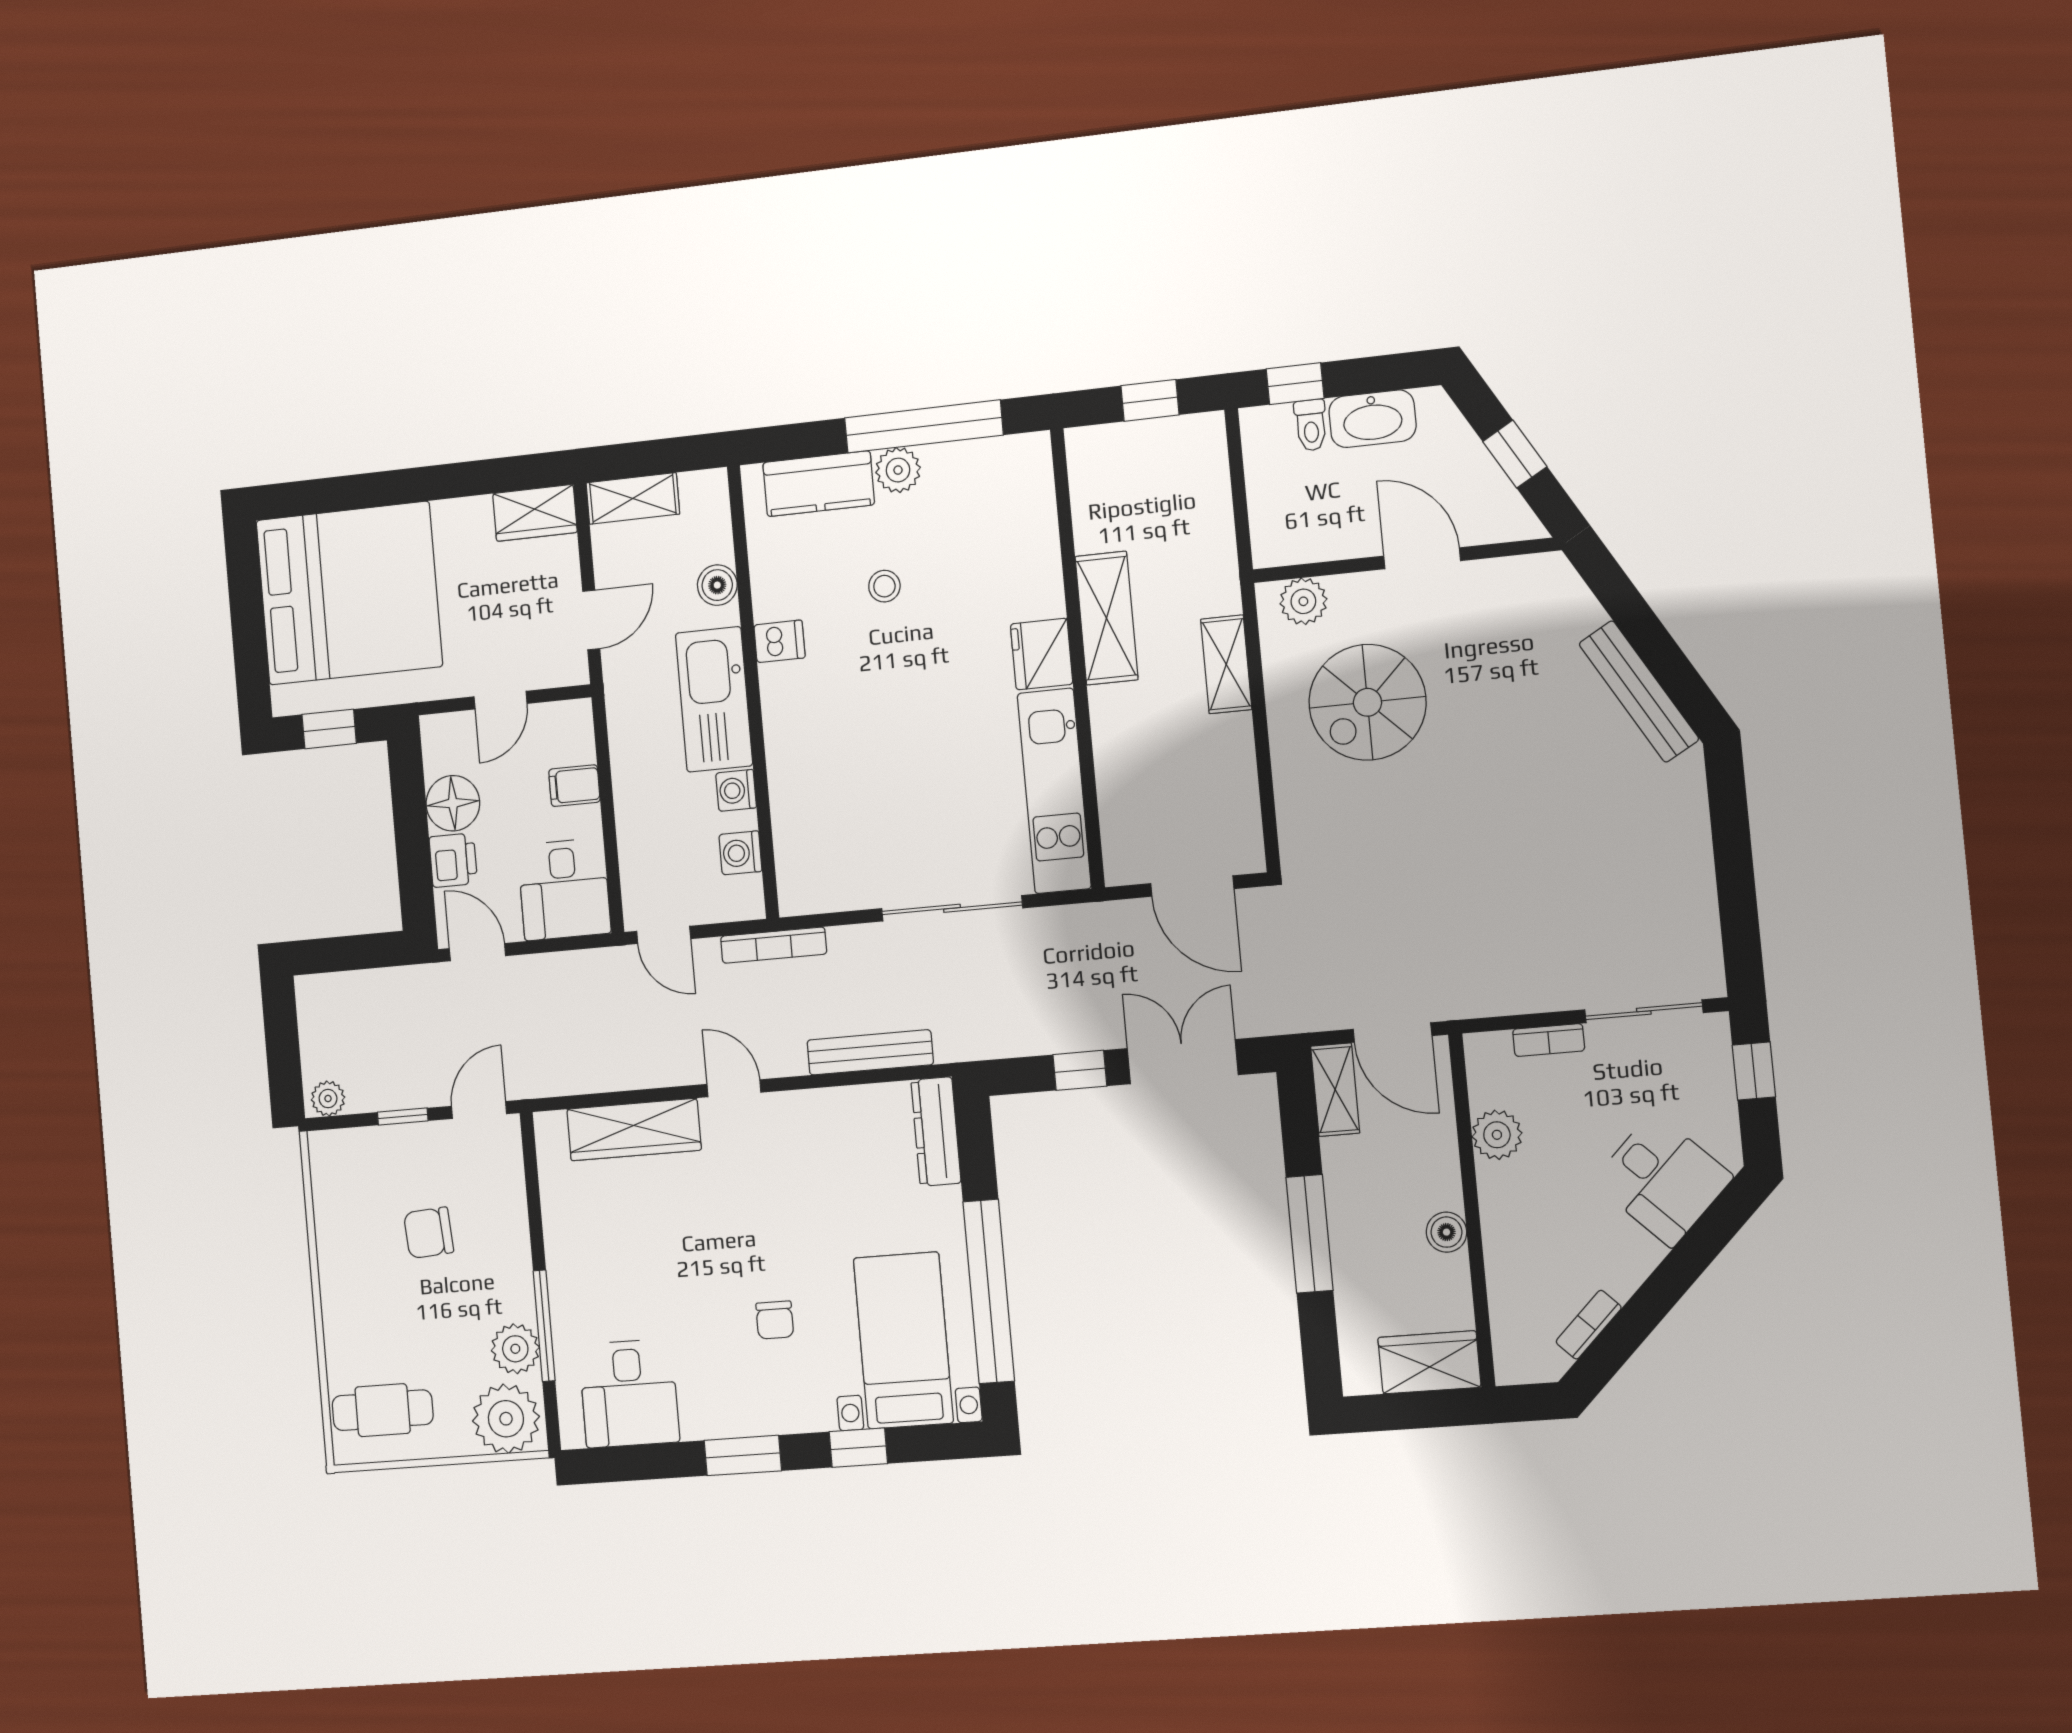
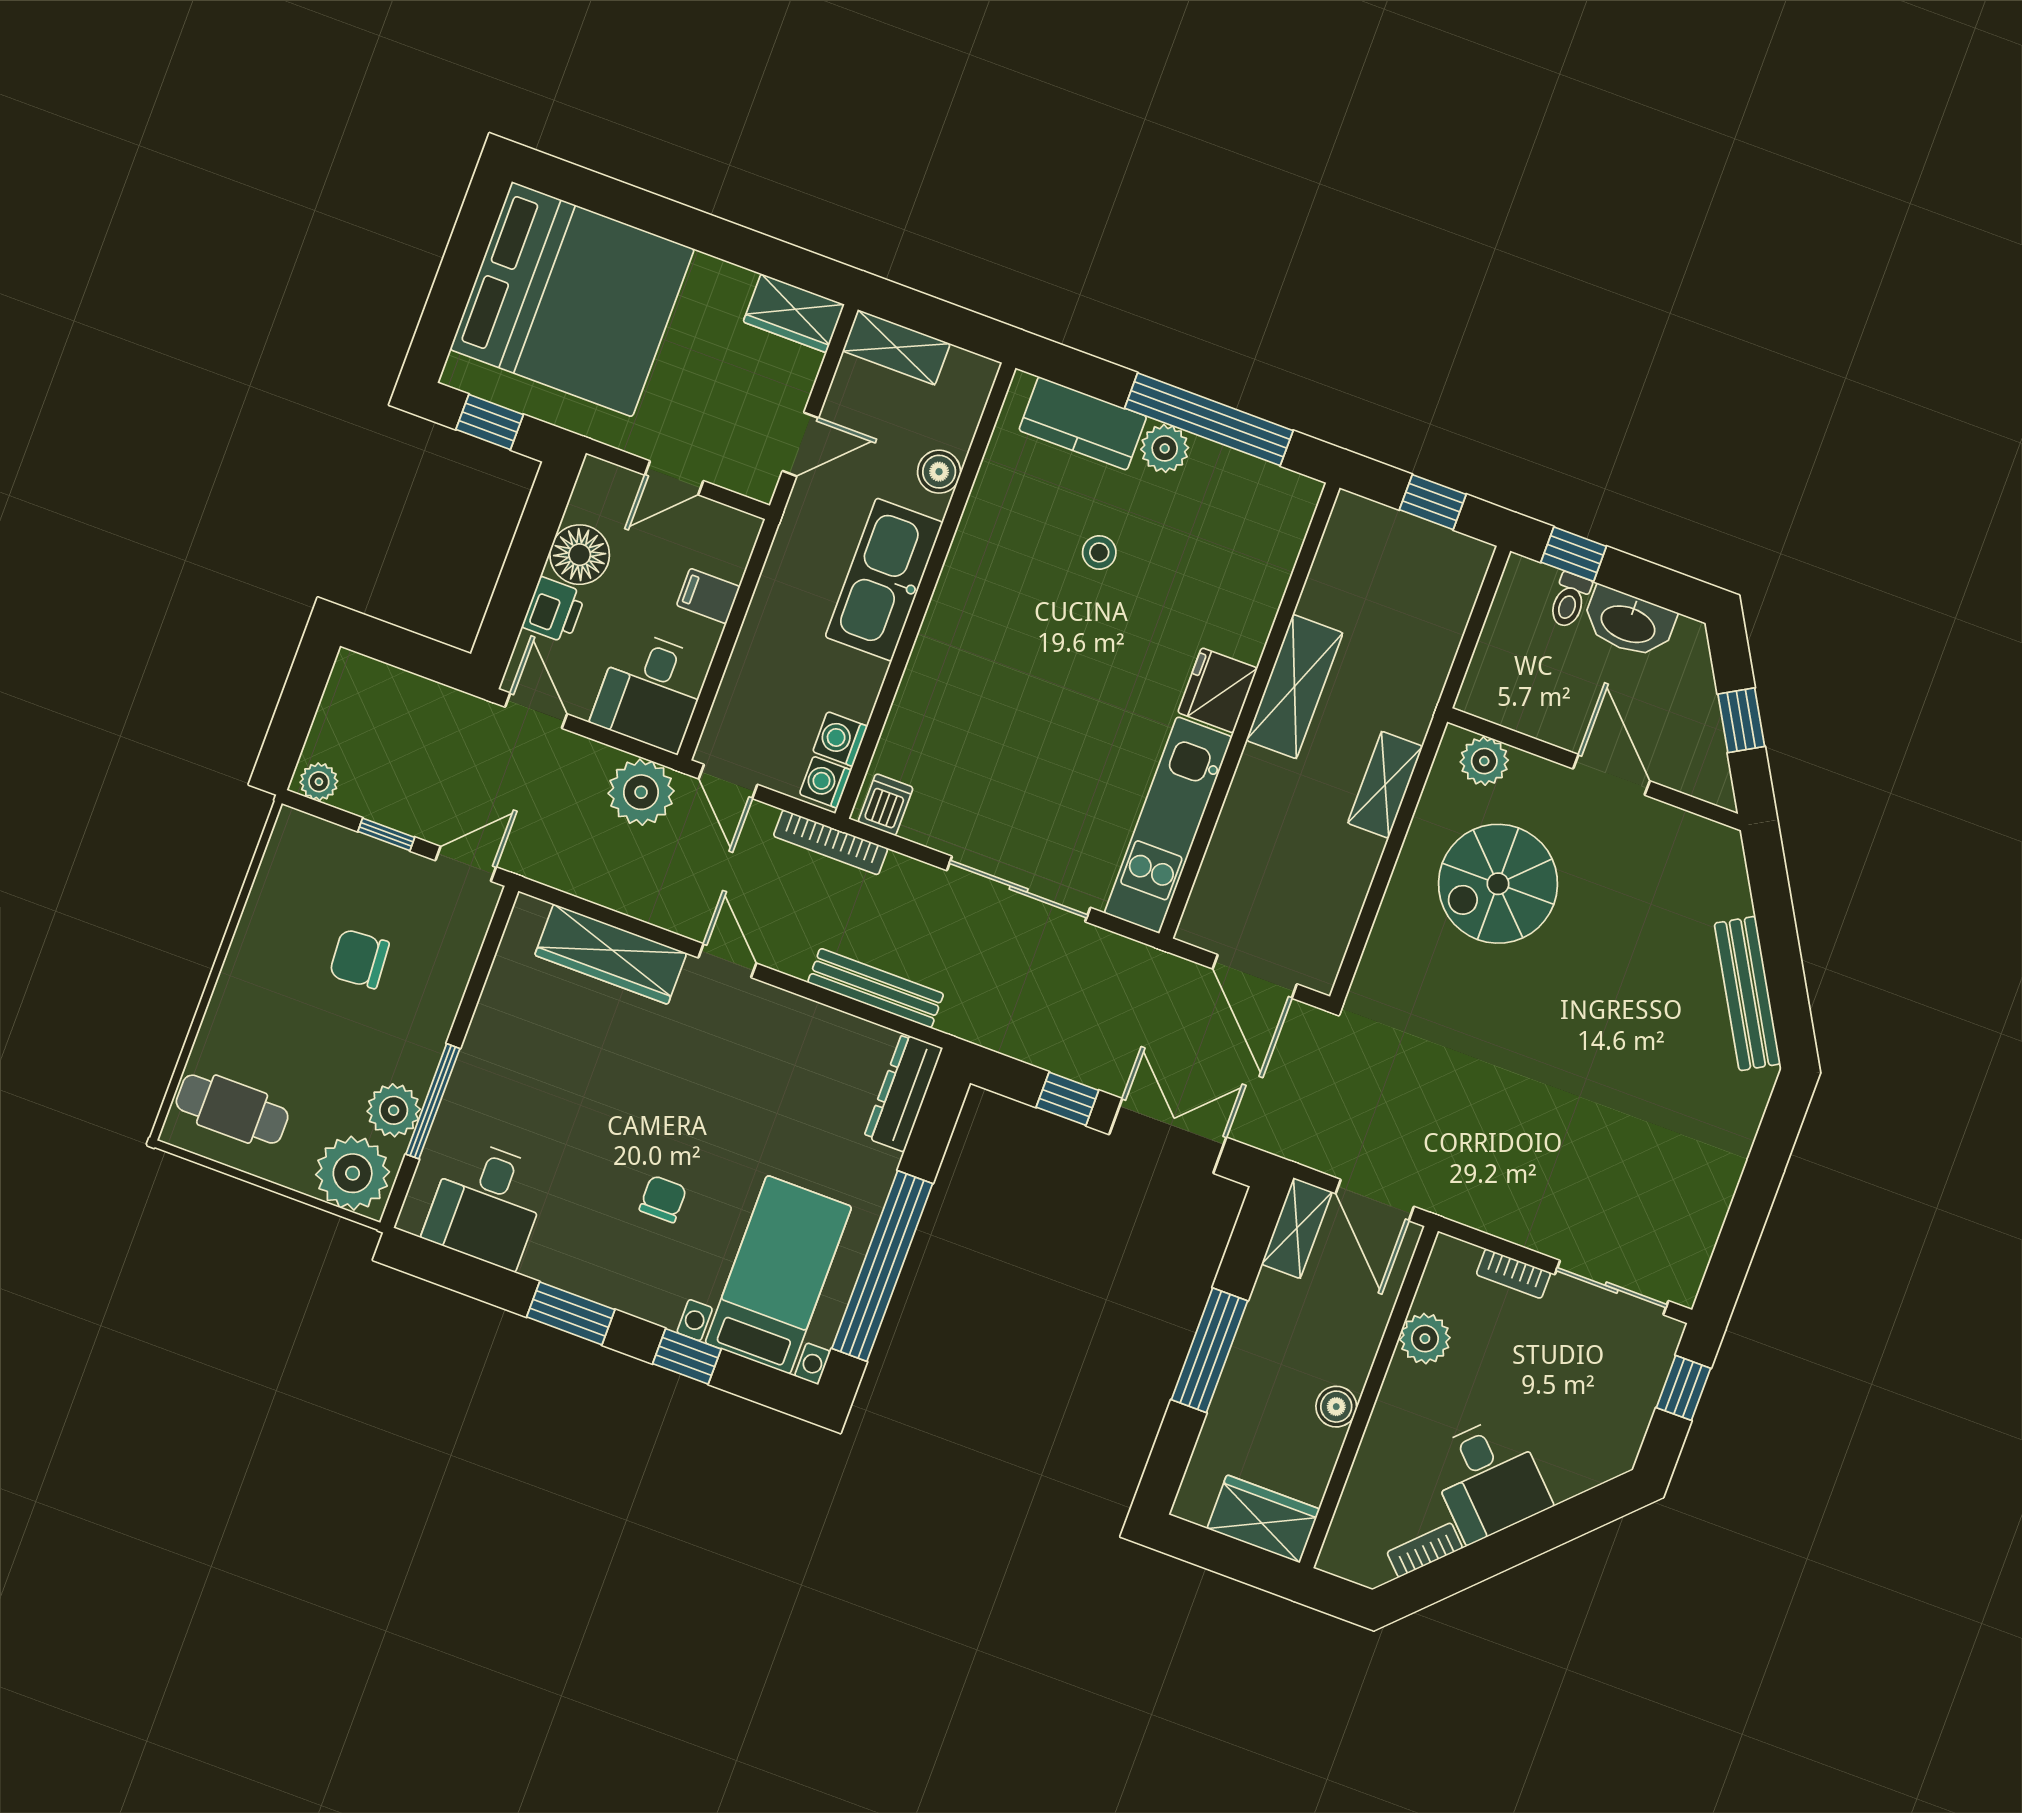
dishwasher: (779, 641) -> (886, 805), moved, turned -90
washing machine: (736, 790) -> (825, 782), moved
plant: (596, 979) -> (641, 792), added
desk: (1662, 1179) -> (1489, 1479), moved
chair: (775, 1320) -> (663, 1199), turned 180

